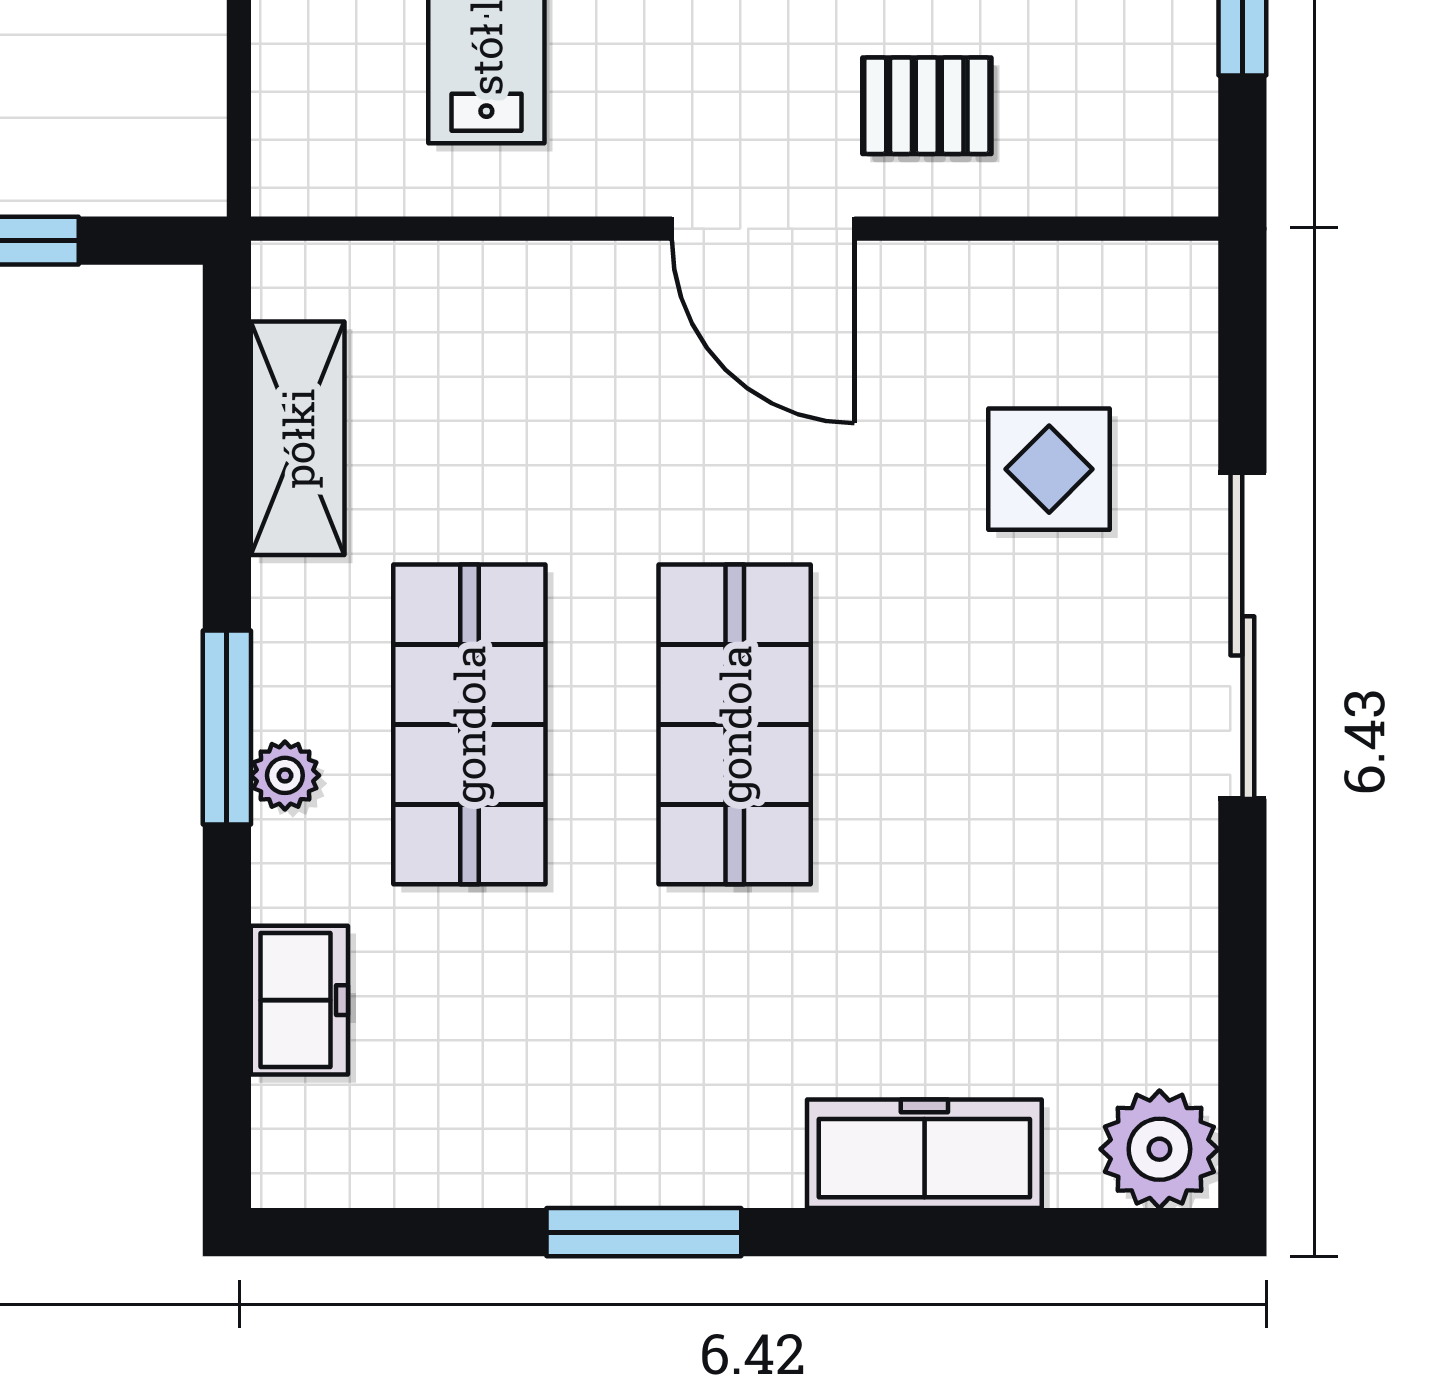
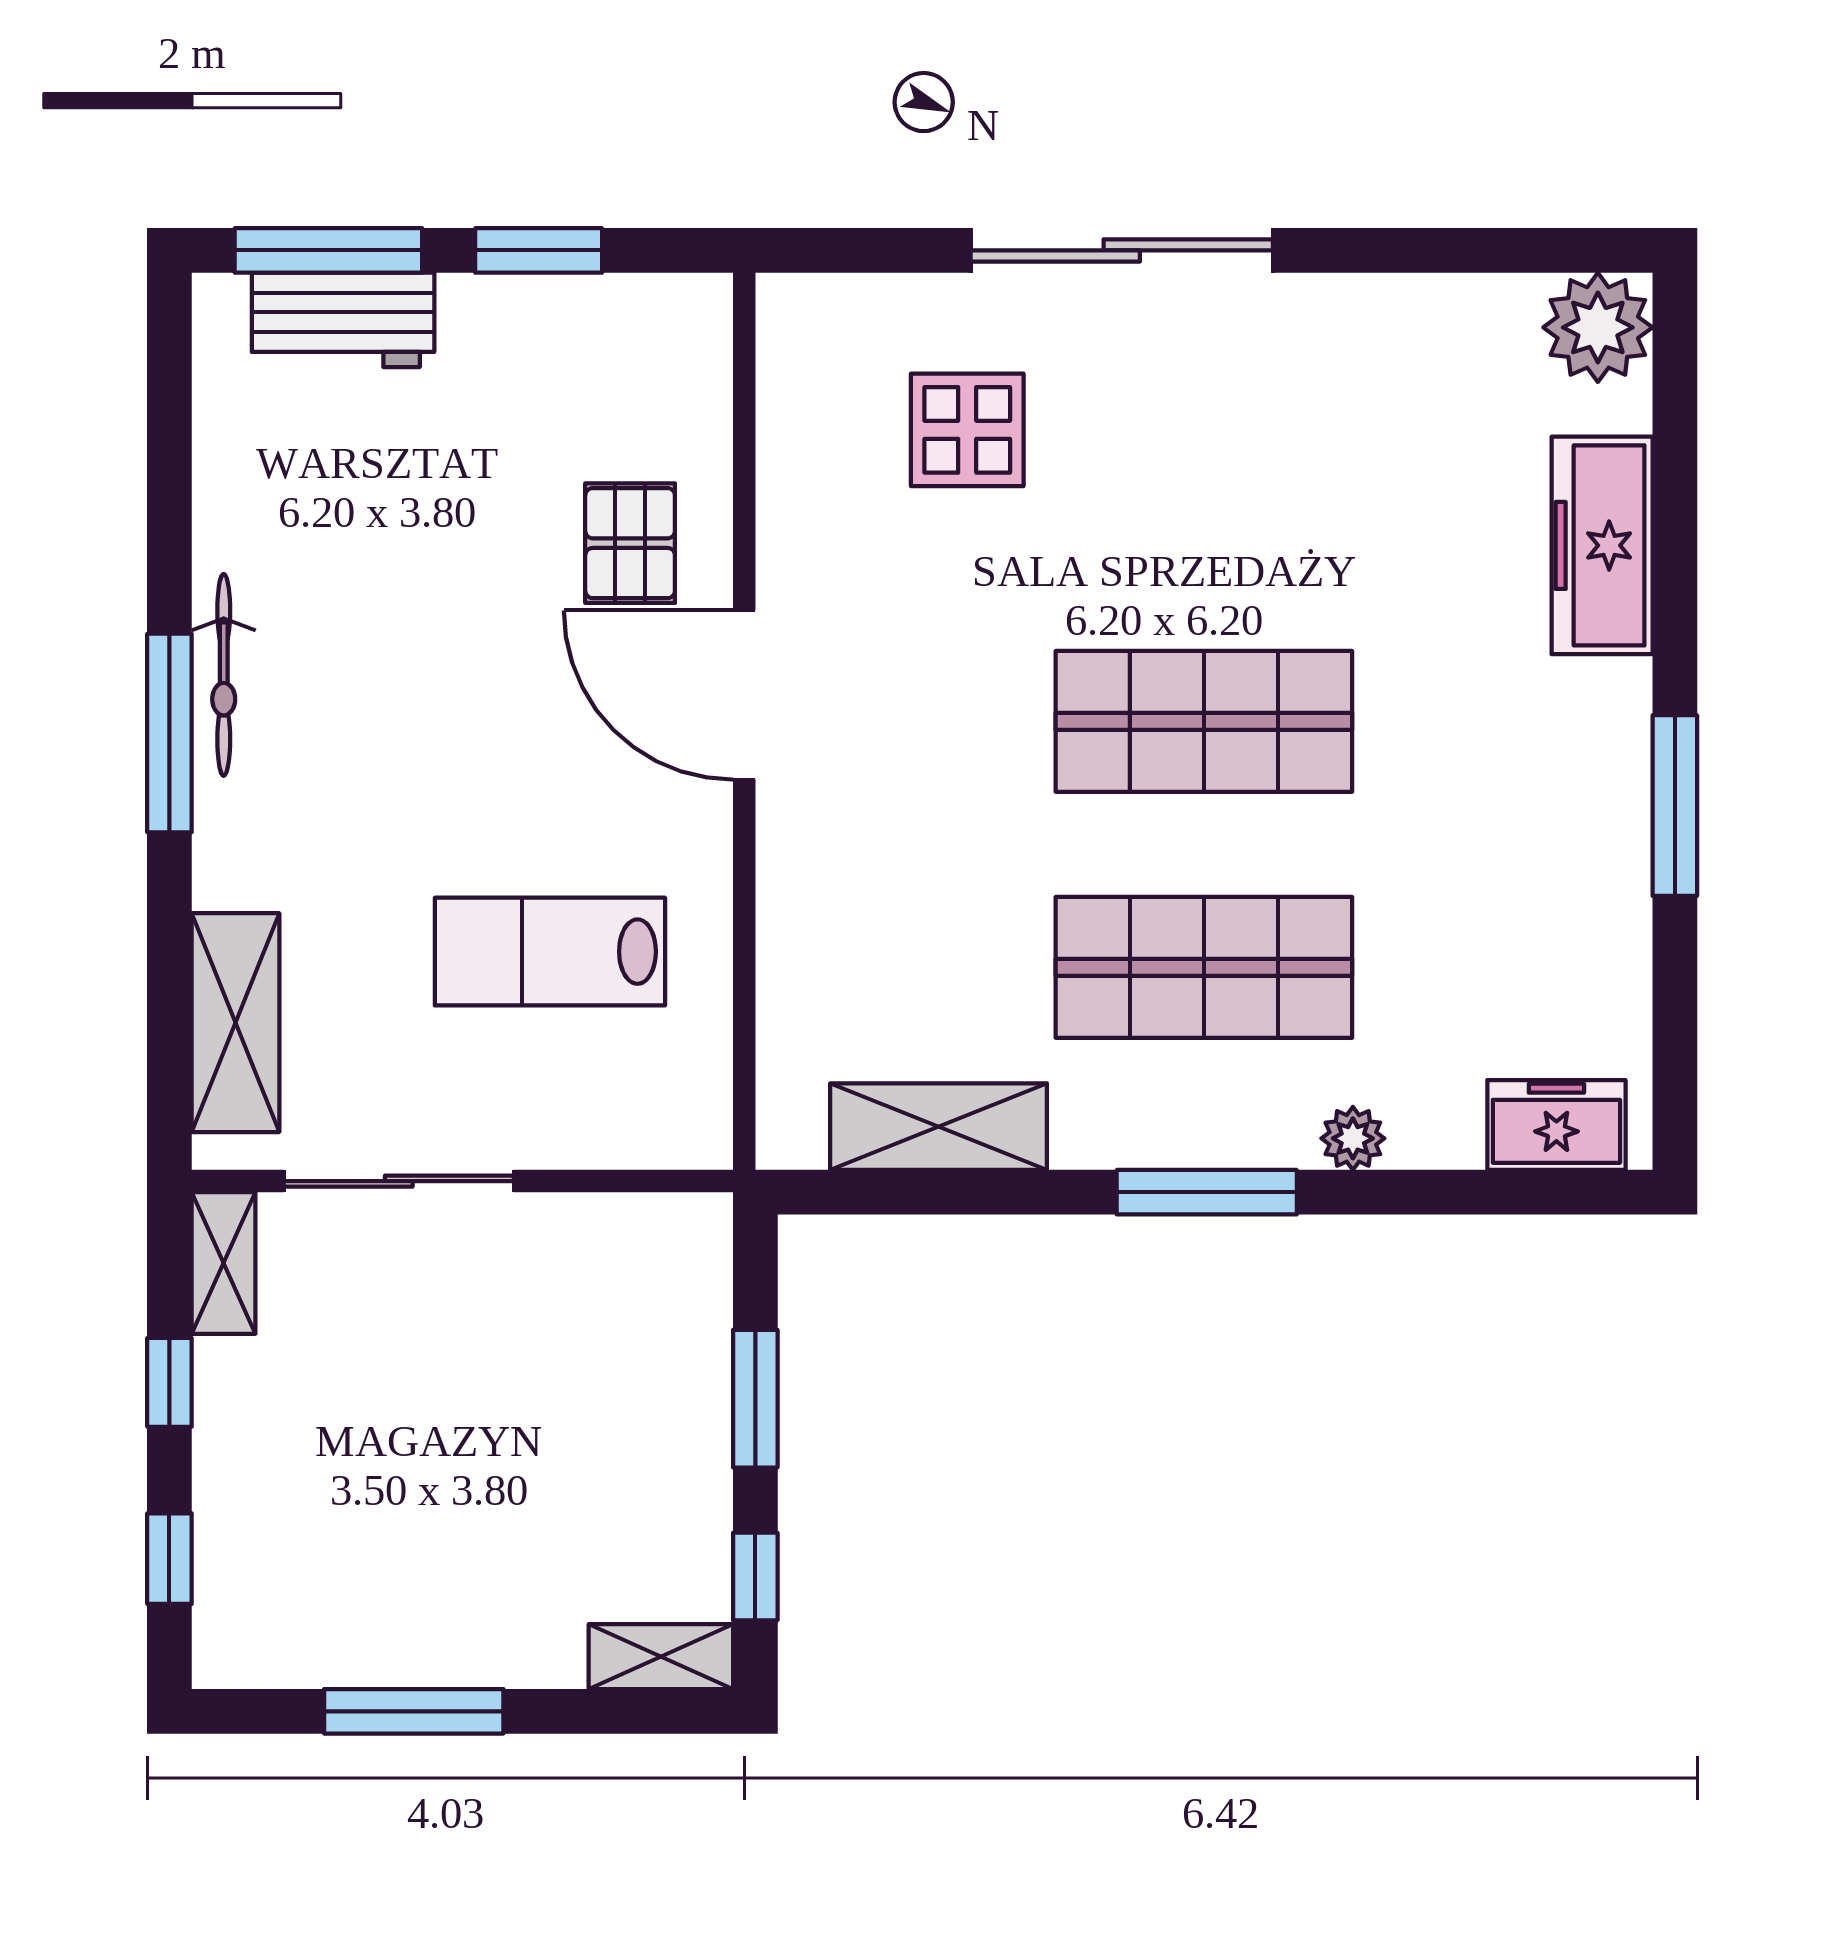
door: (763, 229) -> (744, 695), swing flipped
plant: (285, 775) -> (1353, 1138), moved
freezer: (299, 1000) -> (1556, 1125), moved

